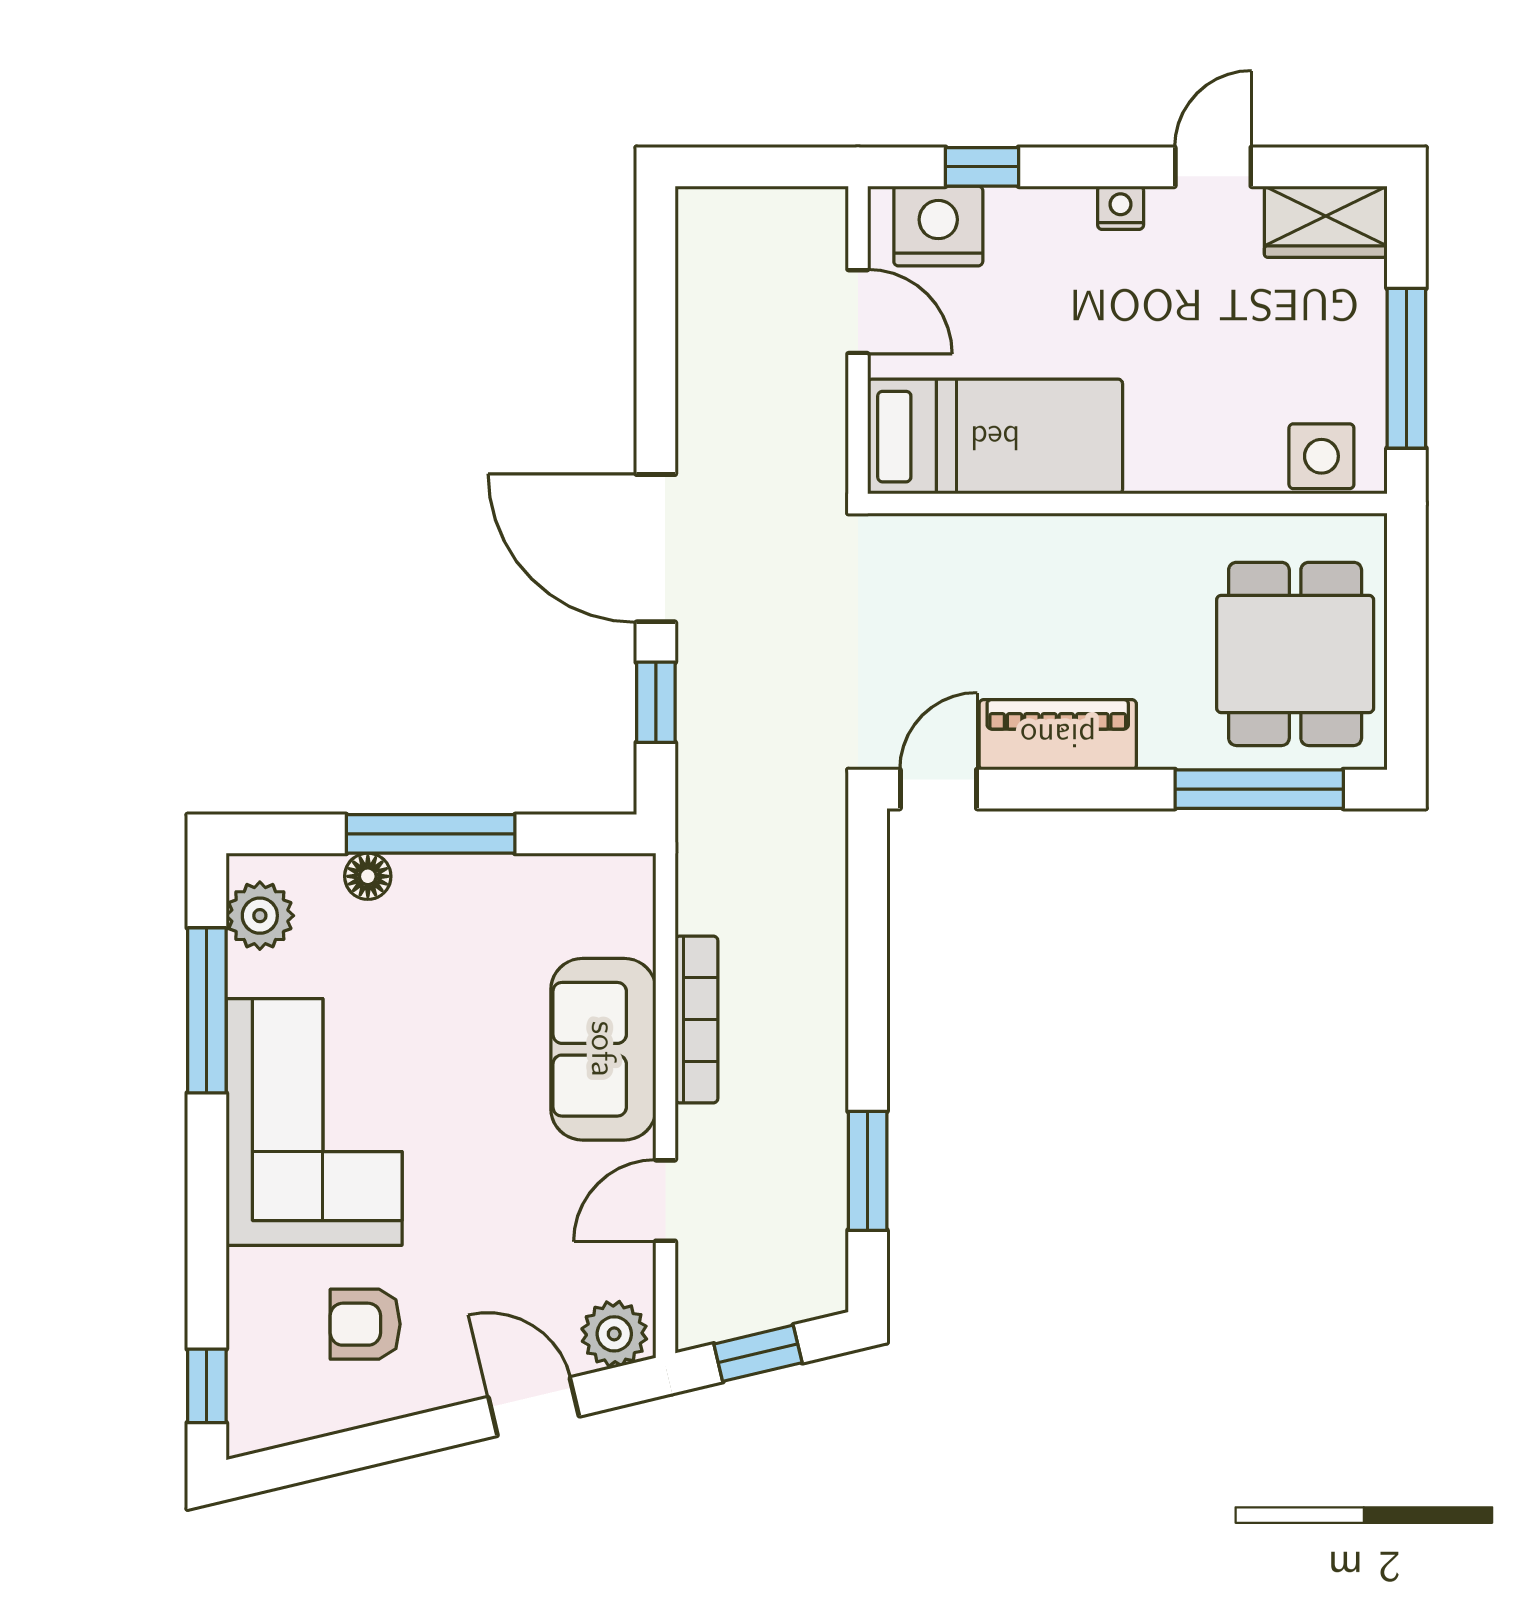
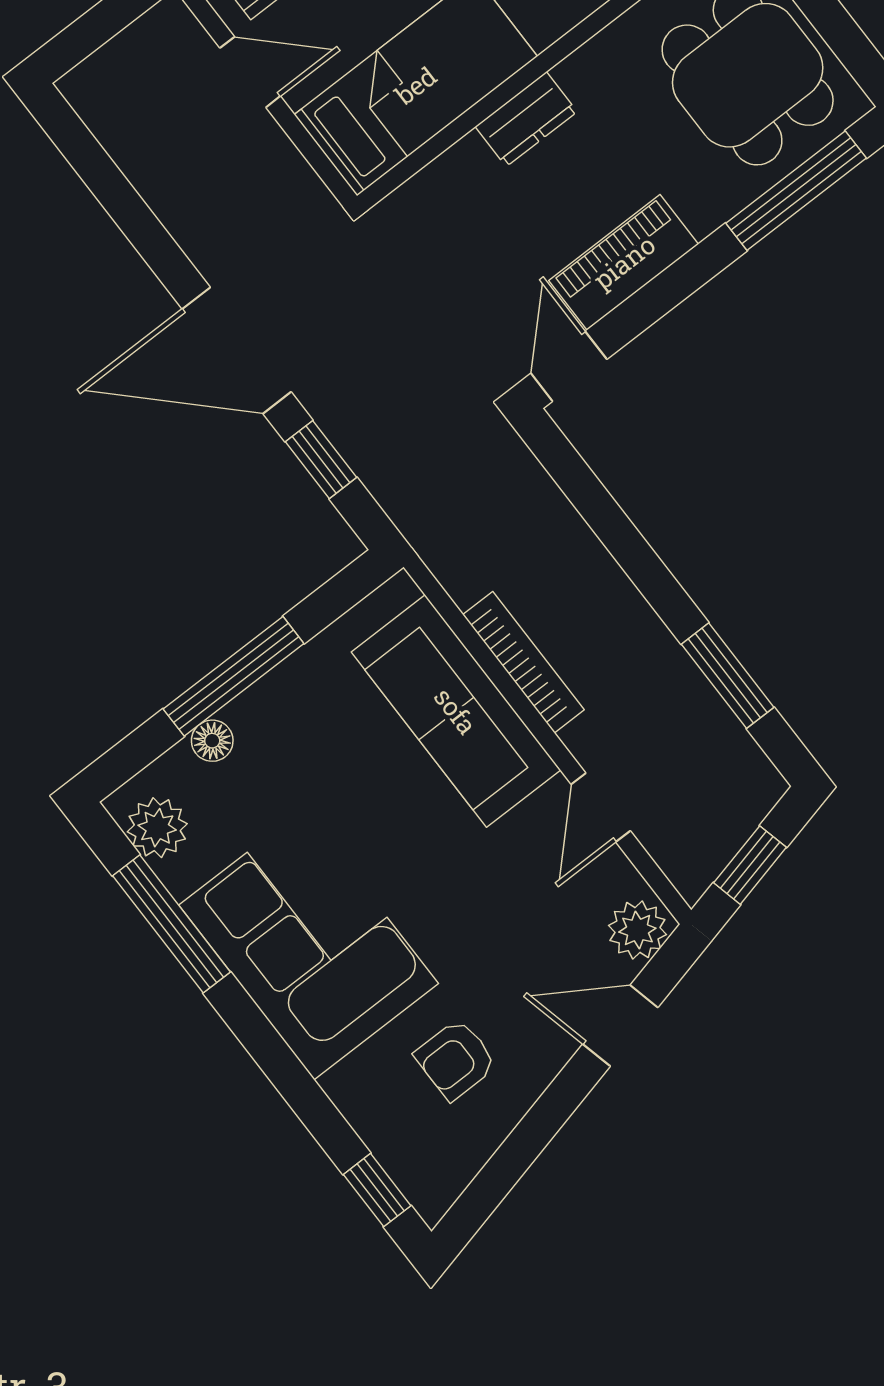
dresser: (1070, 542) -> (526, 119), added
sofa: (603, 1049) -> (456, 711), width x1.36

